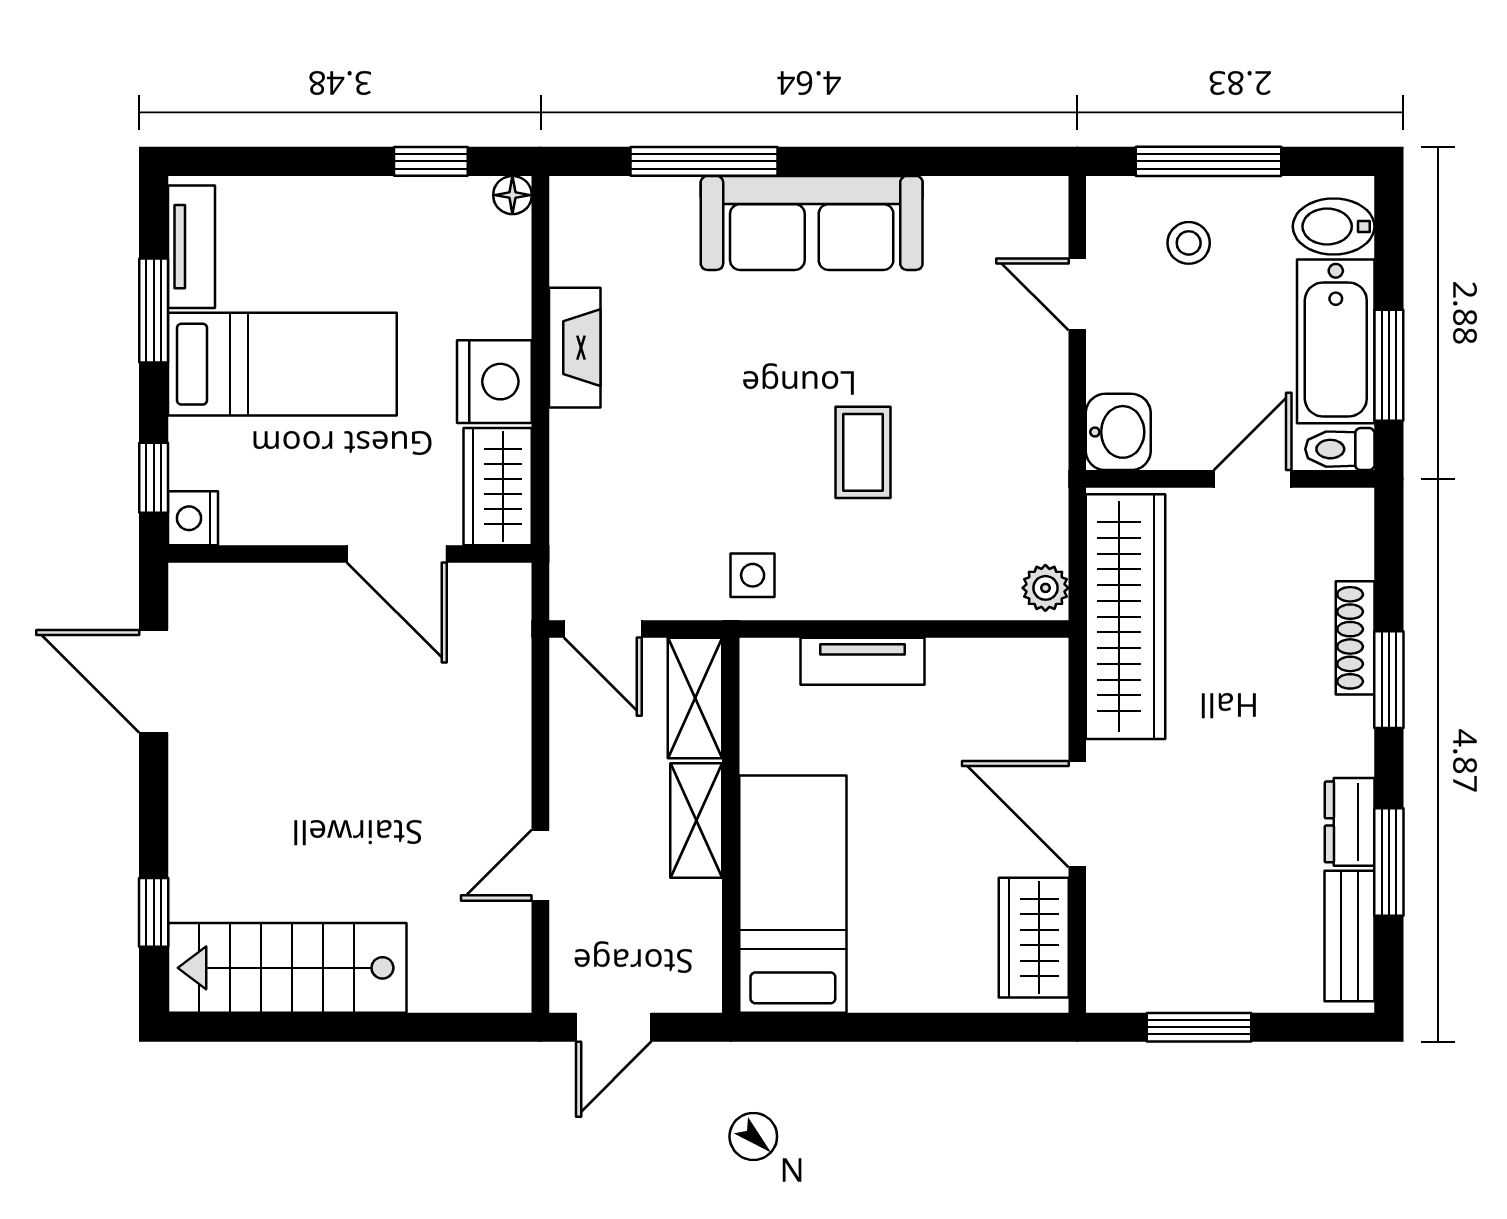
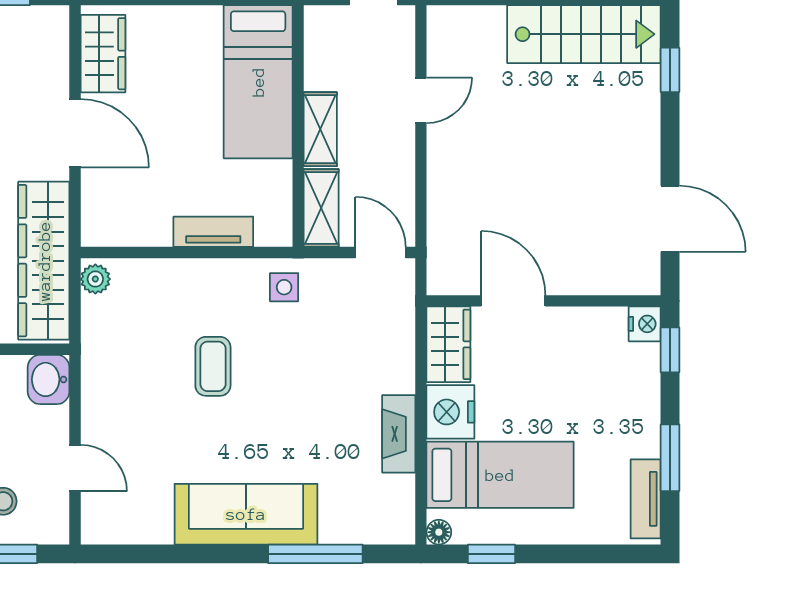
bed: (282, 364) -> (500, 475), moved, turned 180

